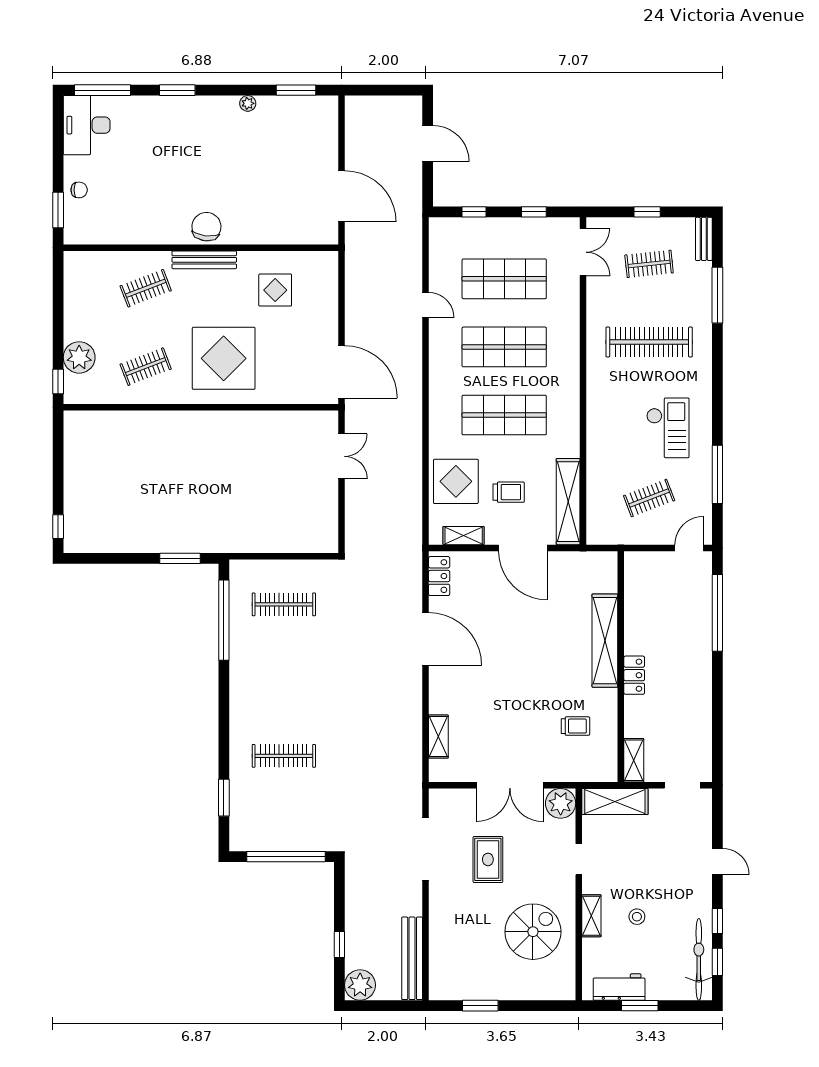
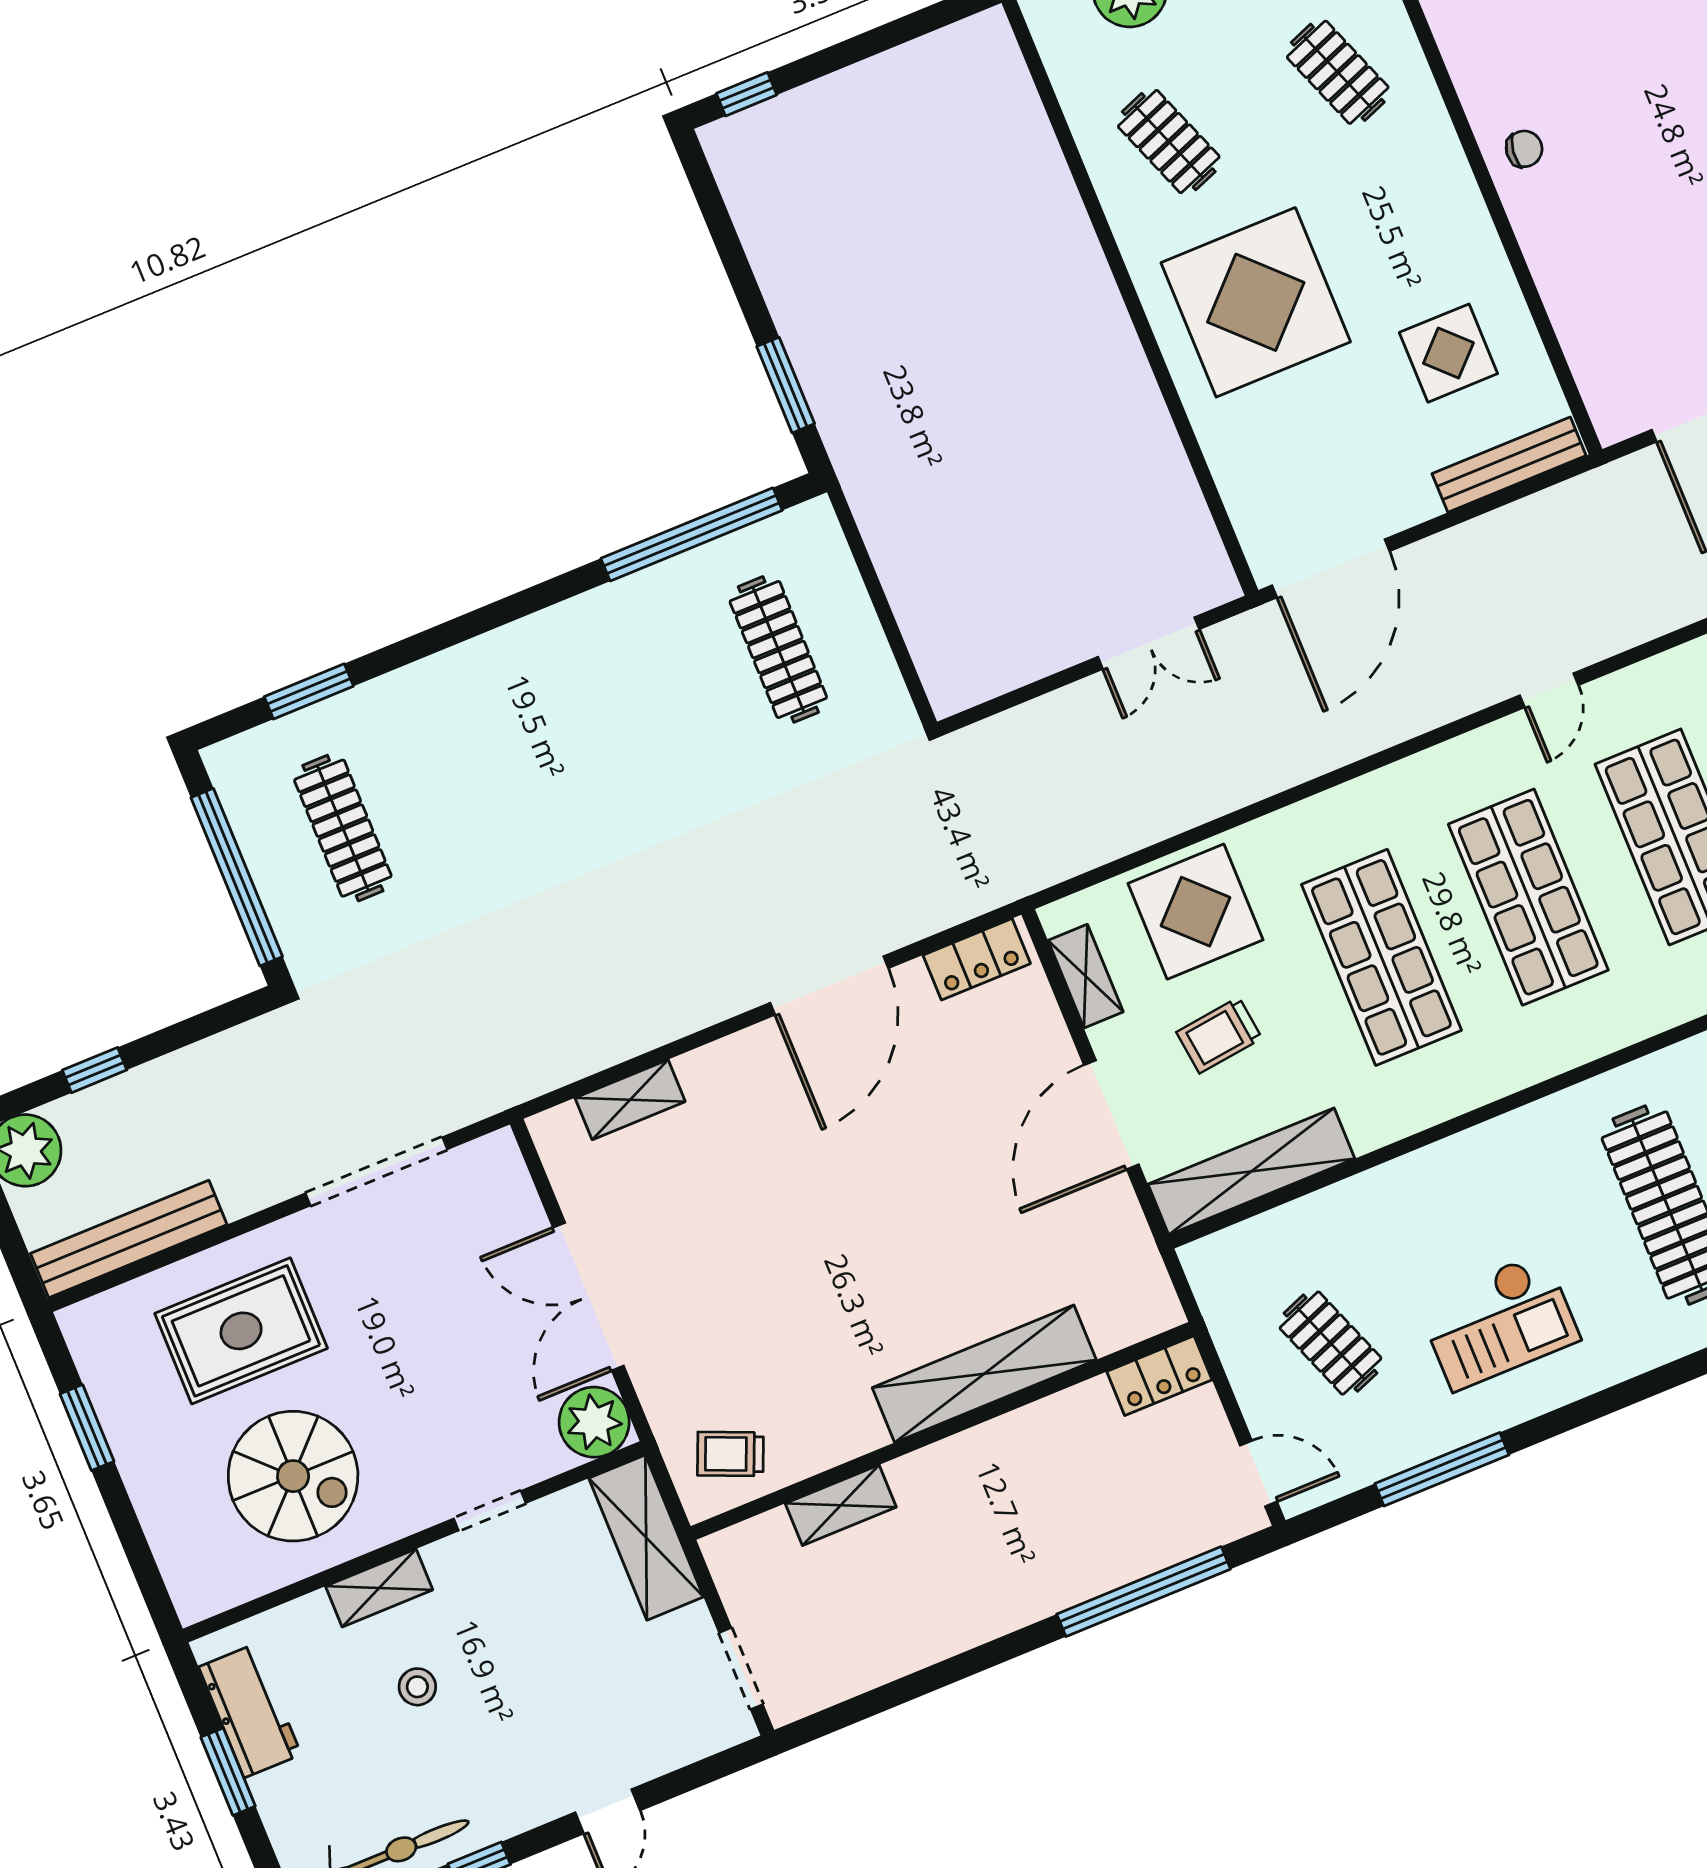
chair: (206, 227) -> (1524, 149), width x0.54, depth x0.54
bench: (204, 260) -> (1509, 465), moved, turned 90
trolley: (509, 492) -> (1219, 1035), turned 83
locker: (634, 675) -> (1159, 1376), moved
trolley: (575, 726) -> (730, 1454), moved, turned 113
clothes rail: (284, 756) -> (343, 828), moved
shelving: (634, 760) -> (841, 1505), moved
rug: (488, 859) -> (241, 1331), moved, width x1.36, depth x1.43

